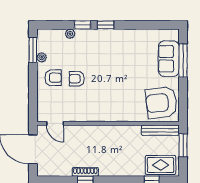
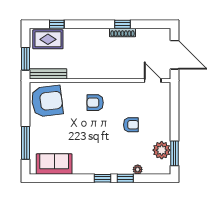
plant: (42, 57) -> (162, 150), width x1.88, depth x1.88
sofa: (169, 59) -> (54, 164), moved, turned -90
armchair: (53, 78) -> (95, 103), moved

